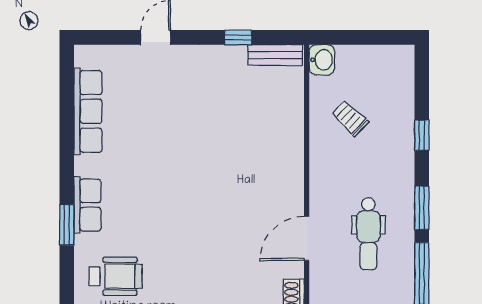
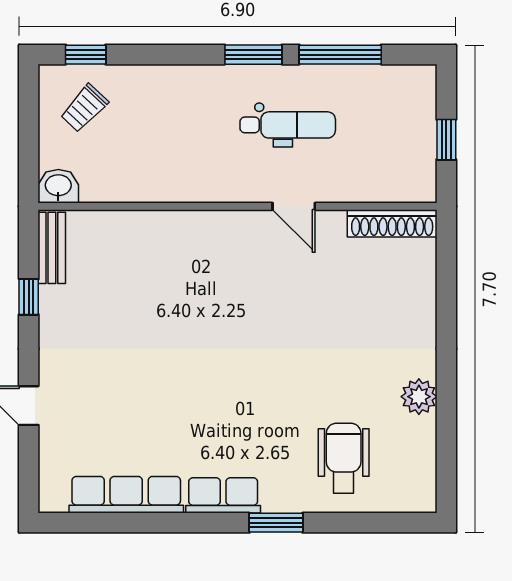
trolley: (350, 118) -> (84, 108), moved
window: (422, 135) -> (86, 55), moved
row of seats: (87, 205) -> (223, 495), moved
door: (307, 238) -> (294, 206), width x0.73

